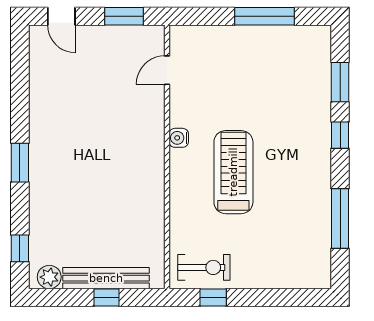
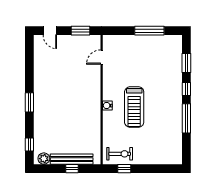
water cooler: (179, 138) -> (107, 106), moved
treadmill: (233, 172) -> (134, 107), turned 180
window: (340, 219) -> (186, 118), moved

